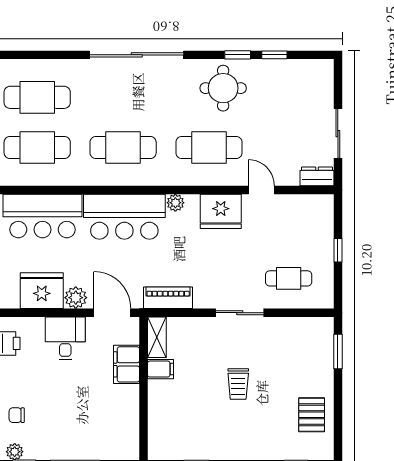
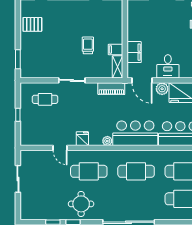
dresser: (317, 176) -> (29, 155), removed
fridge: (221, 211) -> (82, 139), width x0.53, depth x0.75
trolley: (238, 384) -> (88, 45), moved
pallet: (312, 415) -> (32, 24), turned 90

